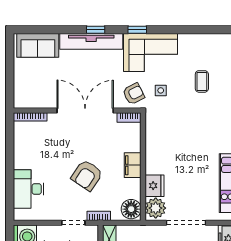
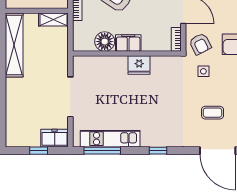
fridge: (155, 186) -> (139, 65), moved
plant: (156, 208) -> (85, 66), removed
floor lamp: (131, 209) -> (105, 42), moved

